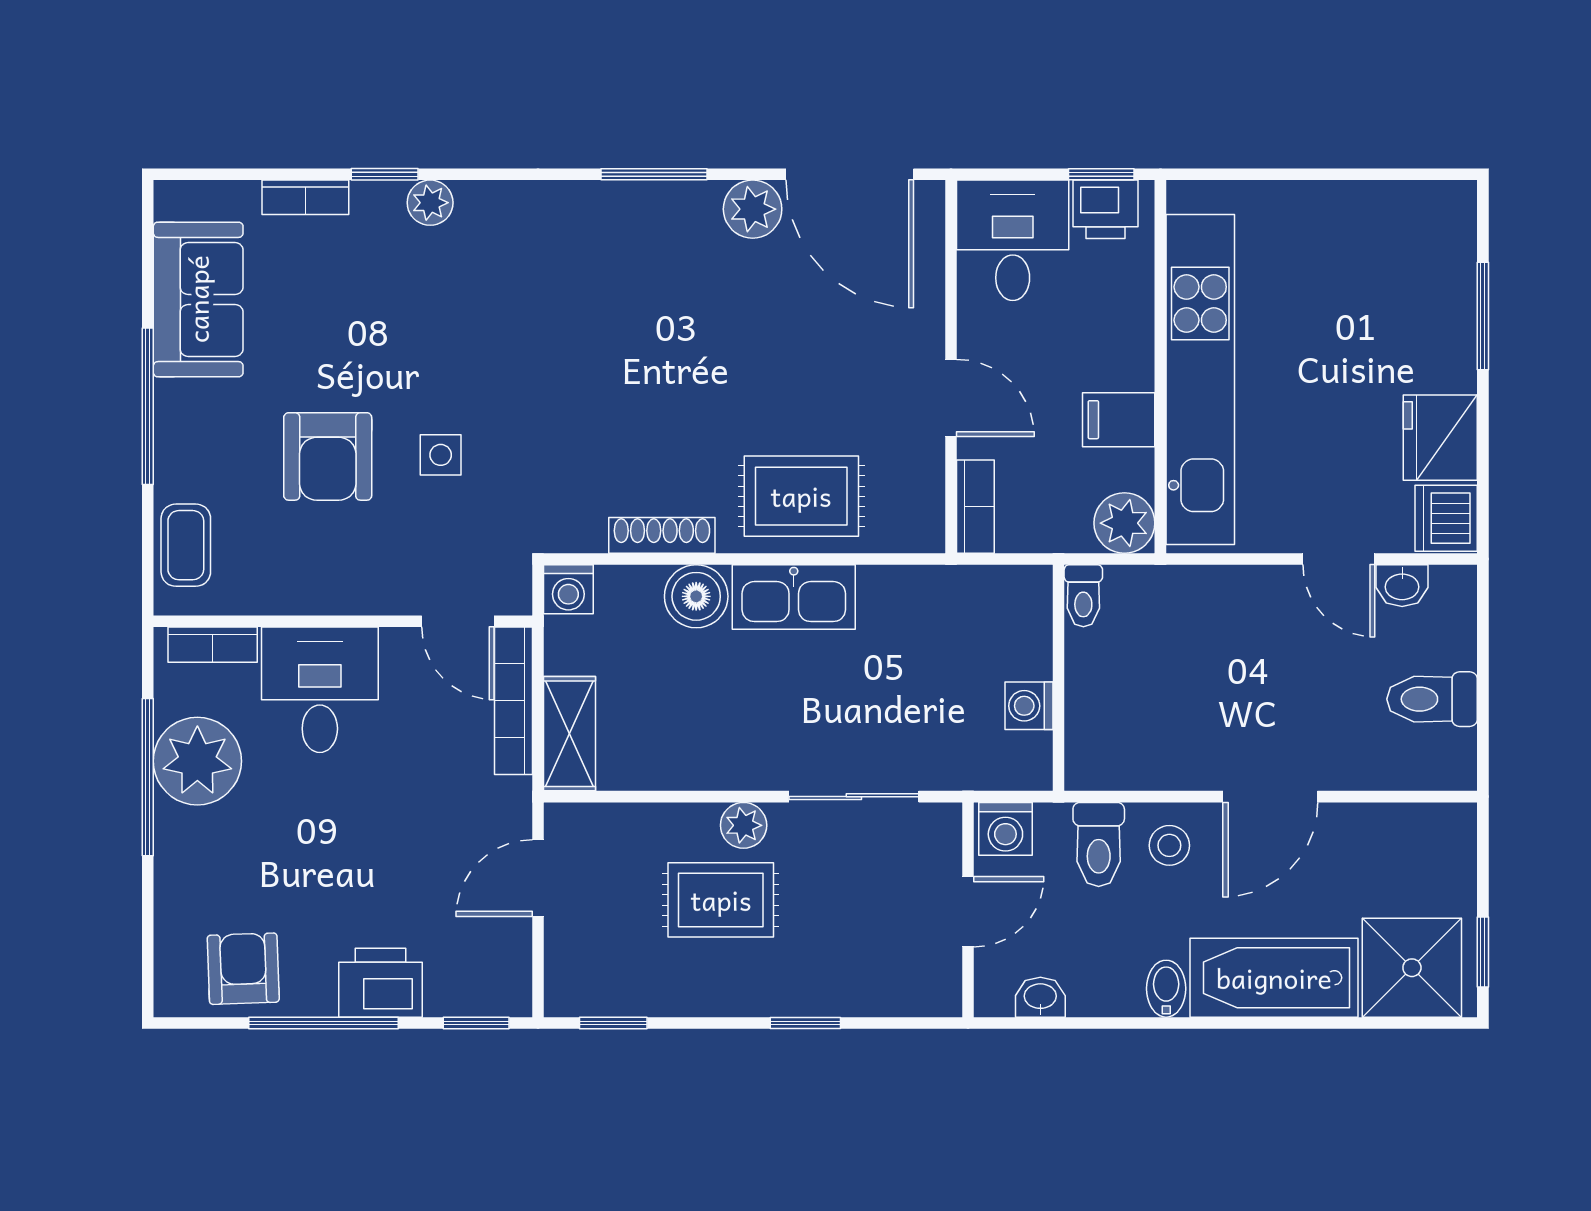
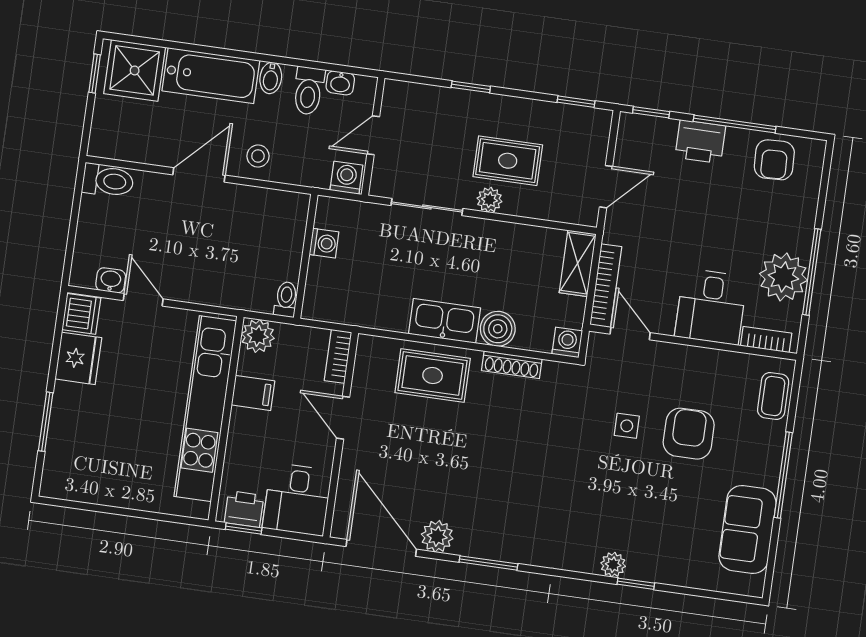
bookcase: (305, 197) -> (681, 577), removed
toilet: (1432, 699) -> (108, 181), moved
toilet: (1099, 844) -> (309, 91), moved, turned 180

